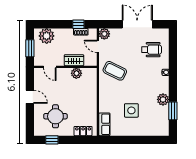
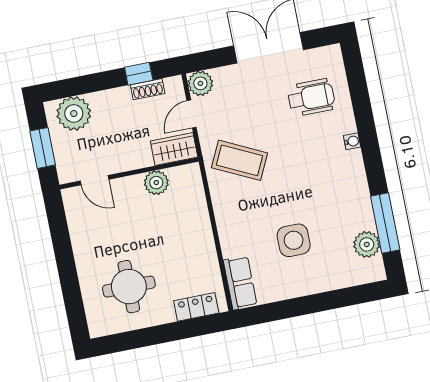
door: (98, 46) -> (192, 114), hinge flipped
wardrobe: (74, 60) -> (174, 149), moved
door: (30, 97) -> (64, 255), removed
plant: (163, 99) -> (367, 244), moved
window: (173, 111) -> (385, 223), width x1.44
window: (52, 140) -> (131, 340), removed

